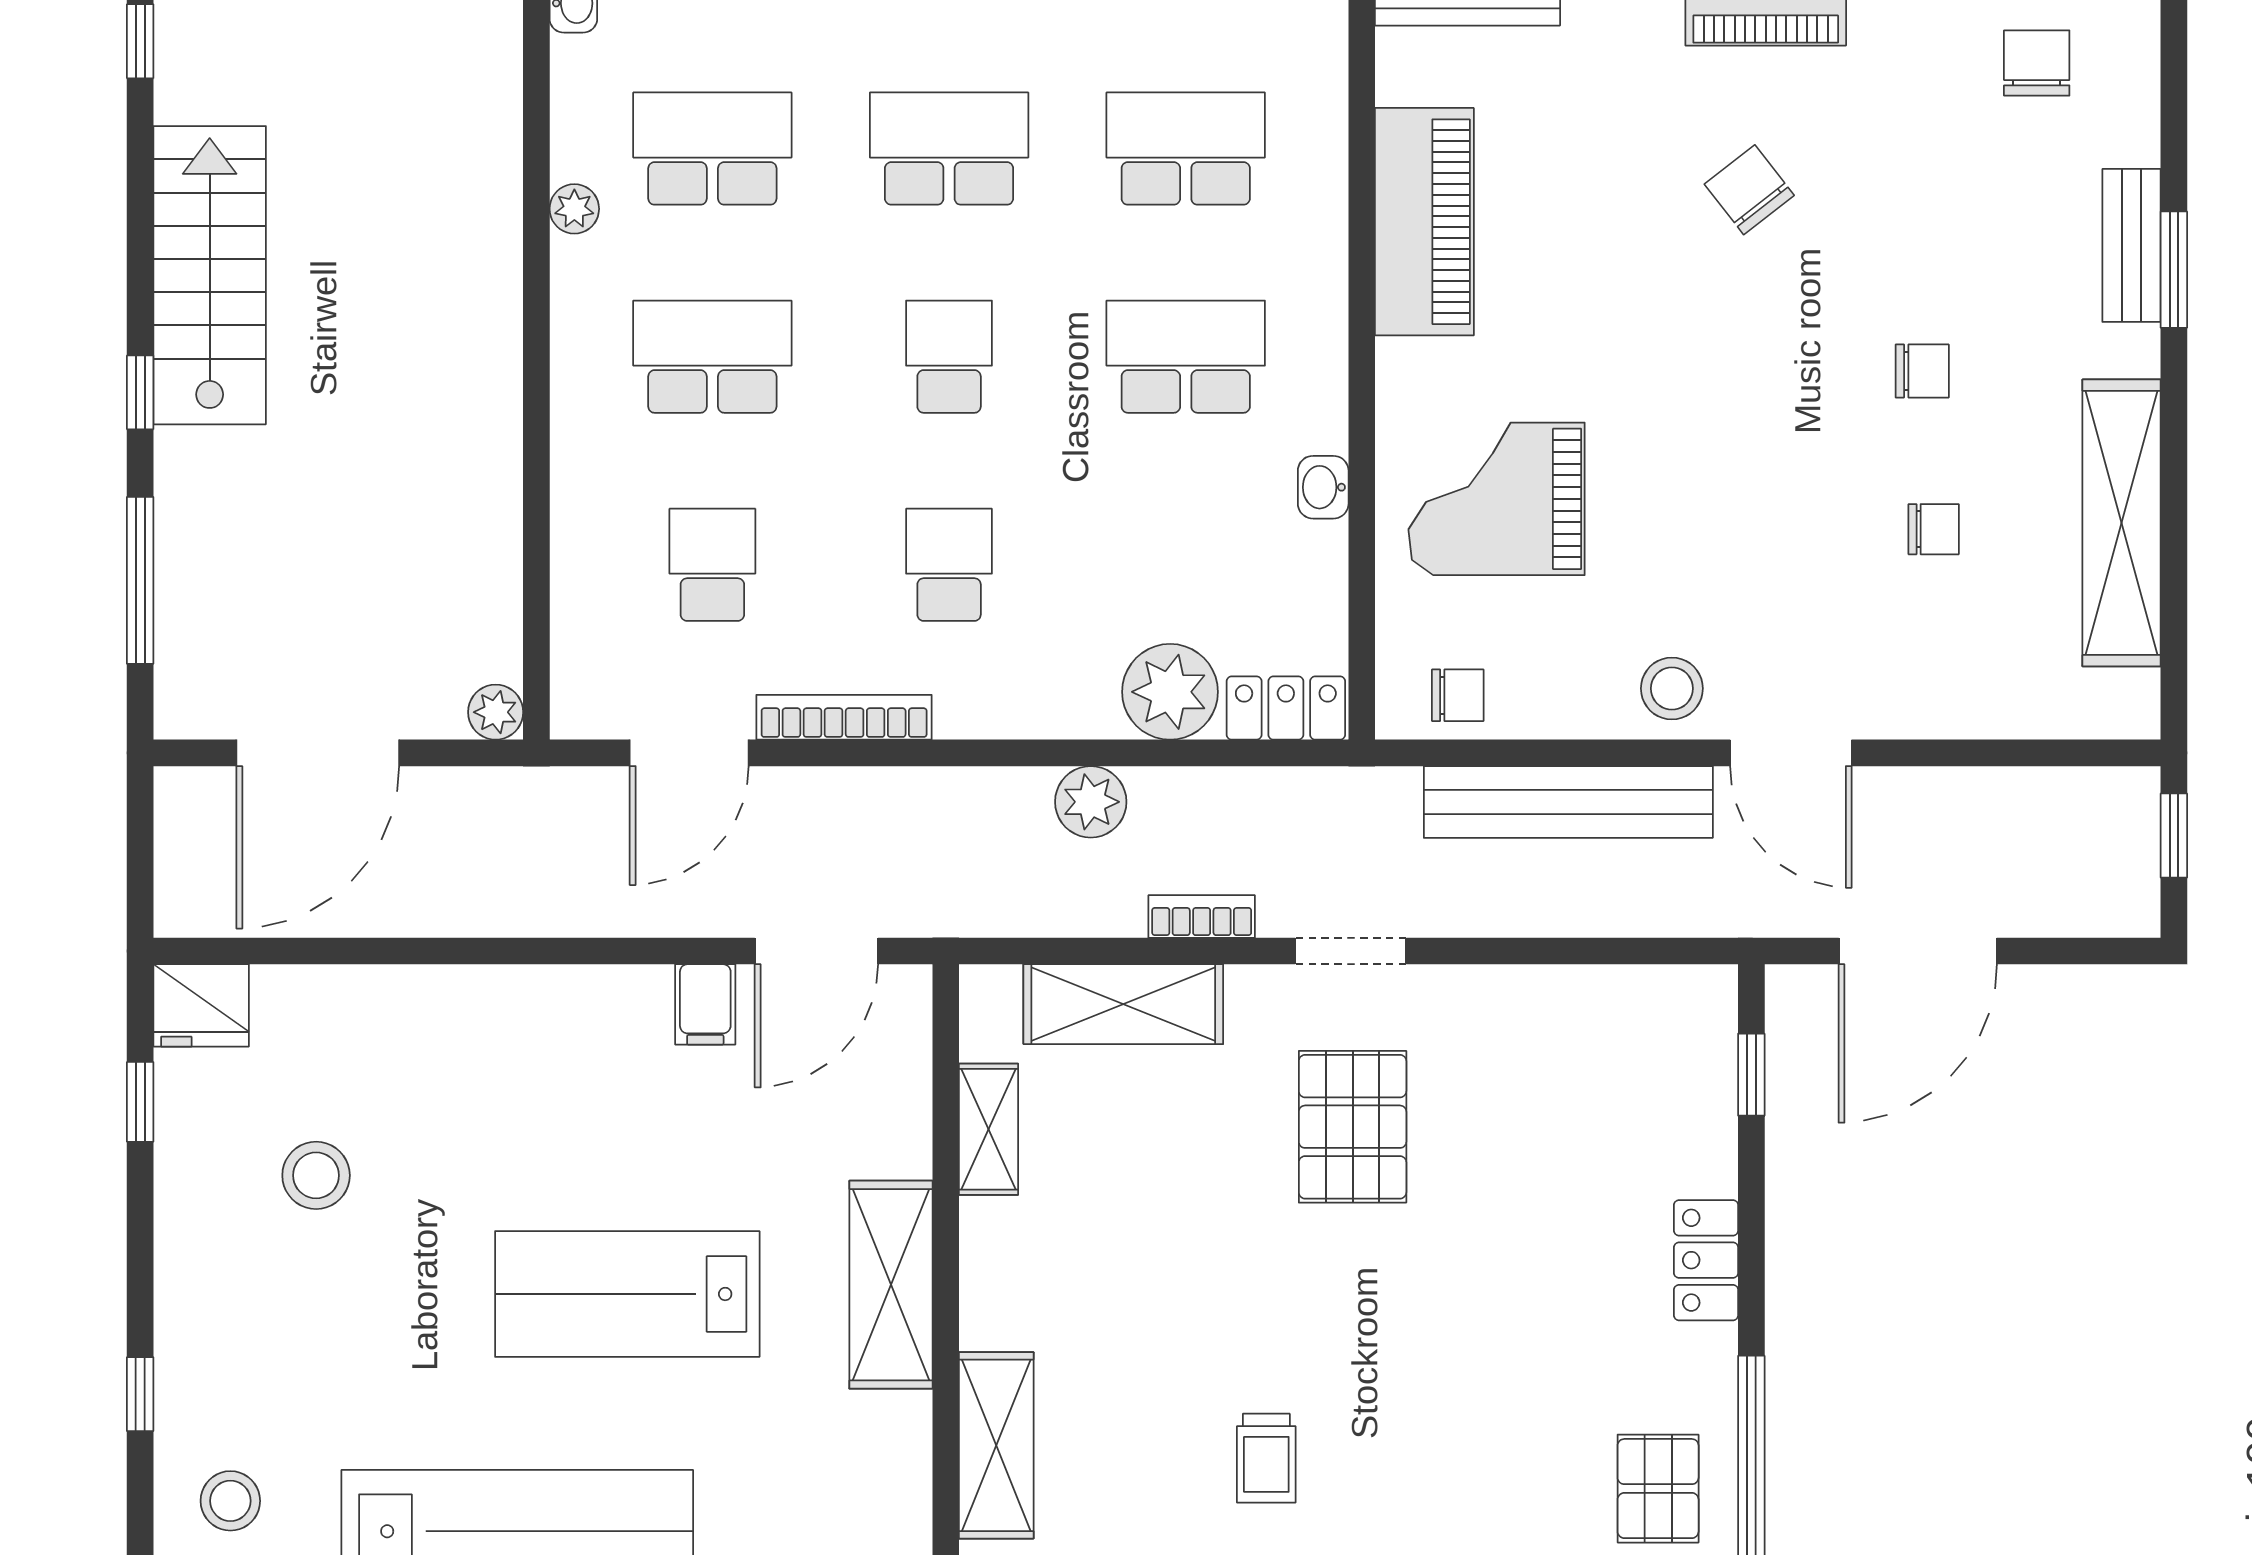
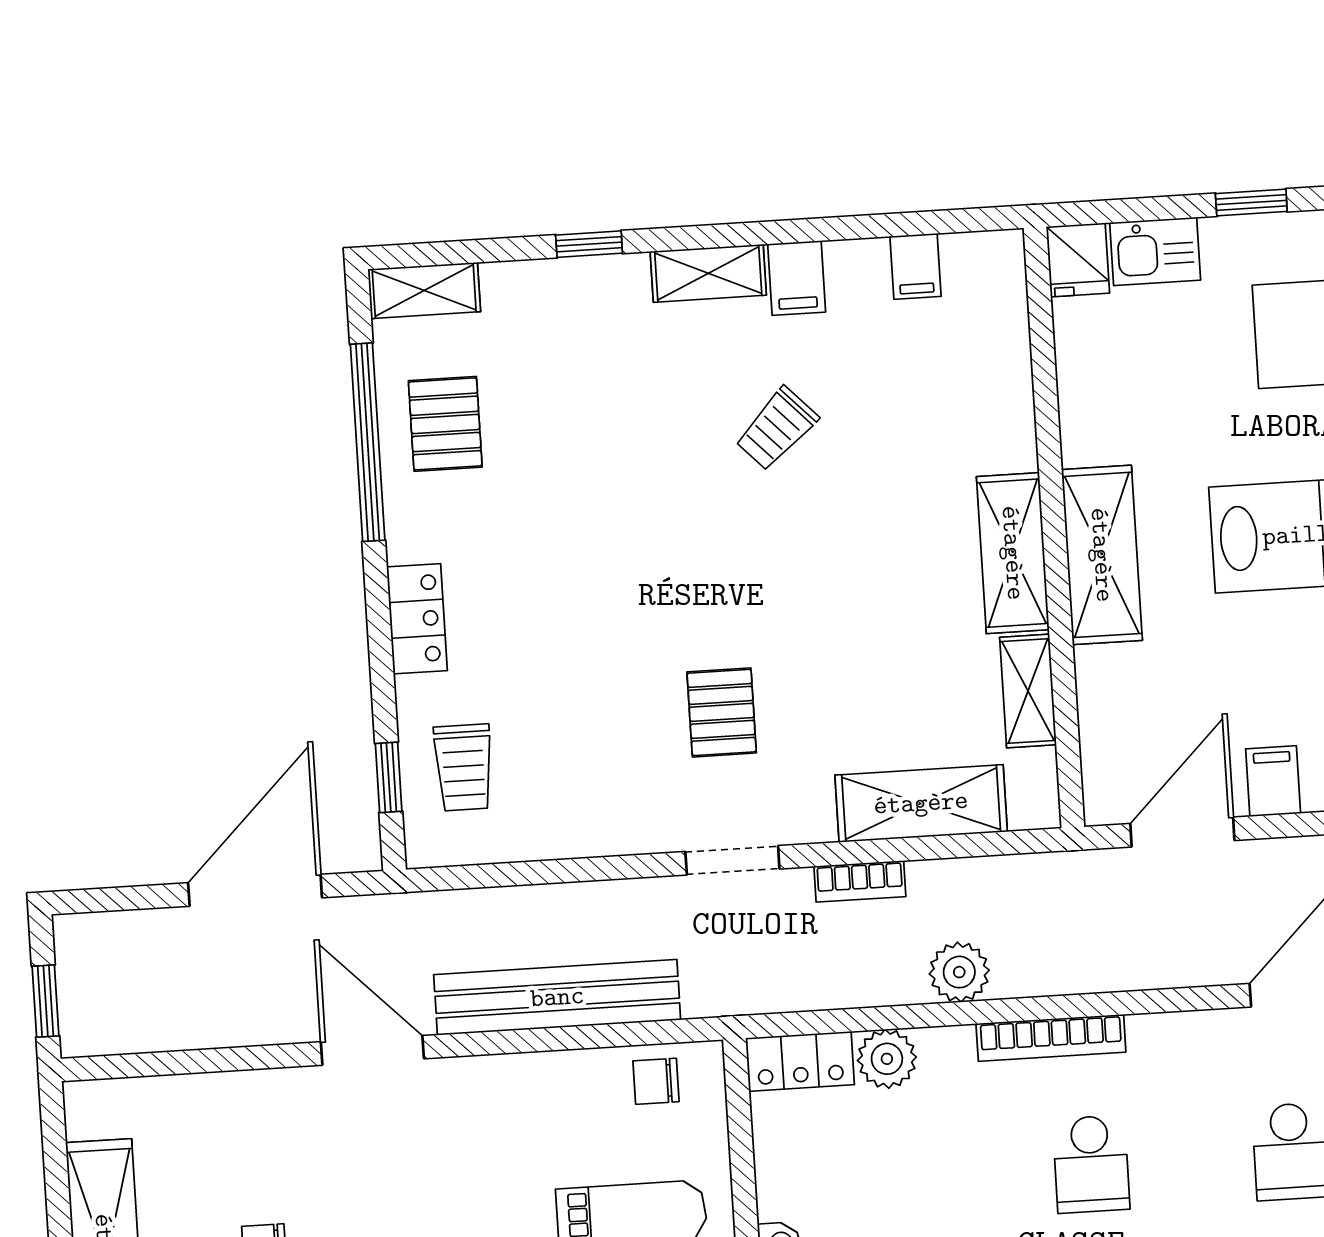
stool: (1672, 688) -> (476, 1098), removed
plant: (1170, 692) -> (887, 1059), width x0.73, depth x0.73
bookcase: (844, 717) -> (1051, 1038), moved
trolley: (1662, 1081) -> (464, 768), added
pallet: (1353, 1127) -> (722, 712), width x0.67, depth x0.71
shelving: (996, 1445) -> (1013, 553), moved
trolley: (1266, 1458) -> (777, 429), turned -134

